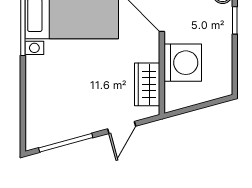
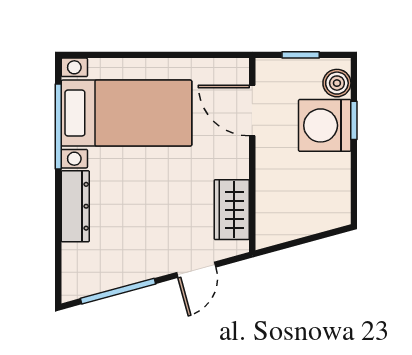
washing machine: (183, 63) -> (325, 125), moved, turned 180
dresser: (35, 82) -> (75, 206), added

